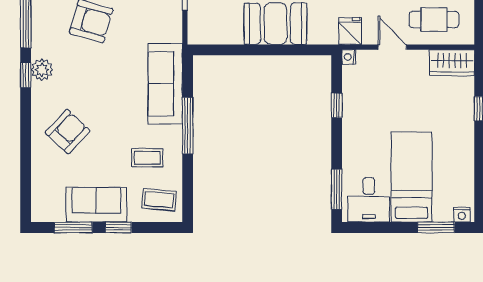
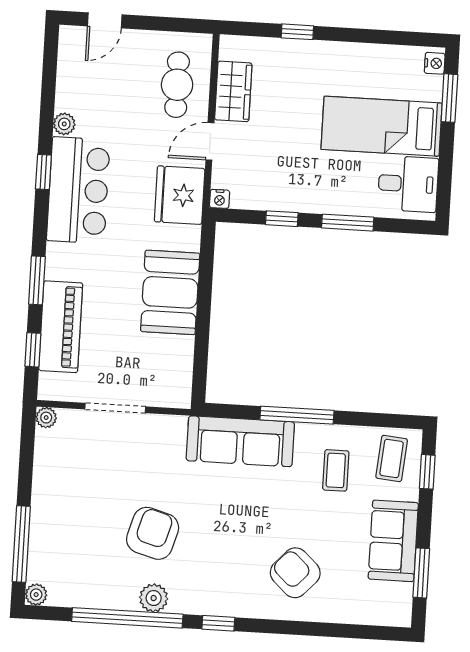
fridge: (350, 31) -> (180, 195), width x1.88, depth x1.34
wardrobe: (452, 63) -> (233, 91), moved
plant: (42, 70) -> (154, 598), moved
window: (337, 189) -> (348, 223), moved
window: (118, 228) -> (427, 472), moved

